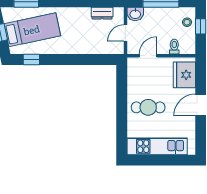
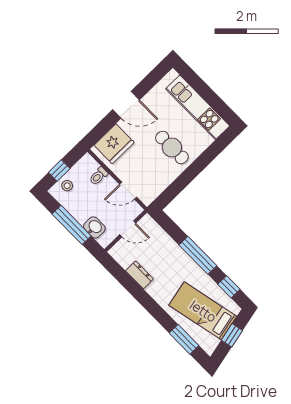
dresser: (102, 13) -> (140, 275), moved
washbasin: (135, 14) -> (94, 227), moved
window: (68, 59) -> (198, 255), added

